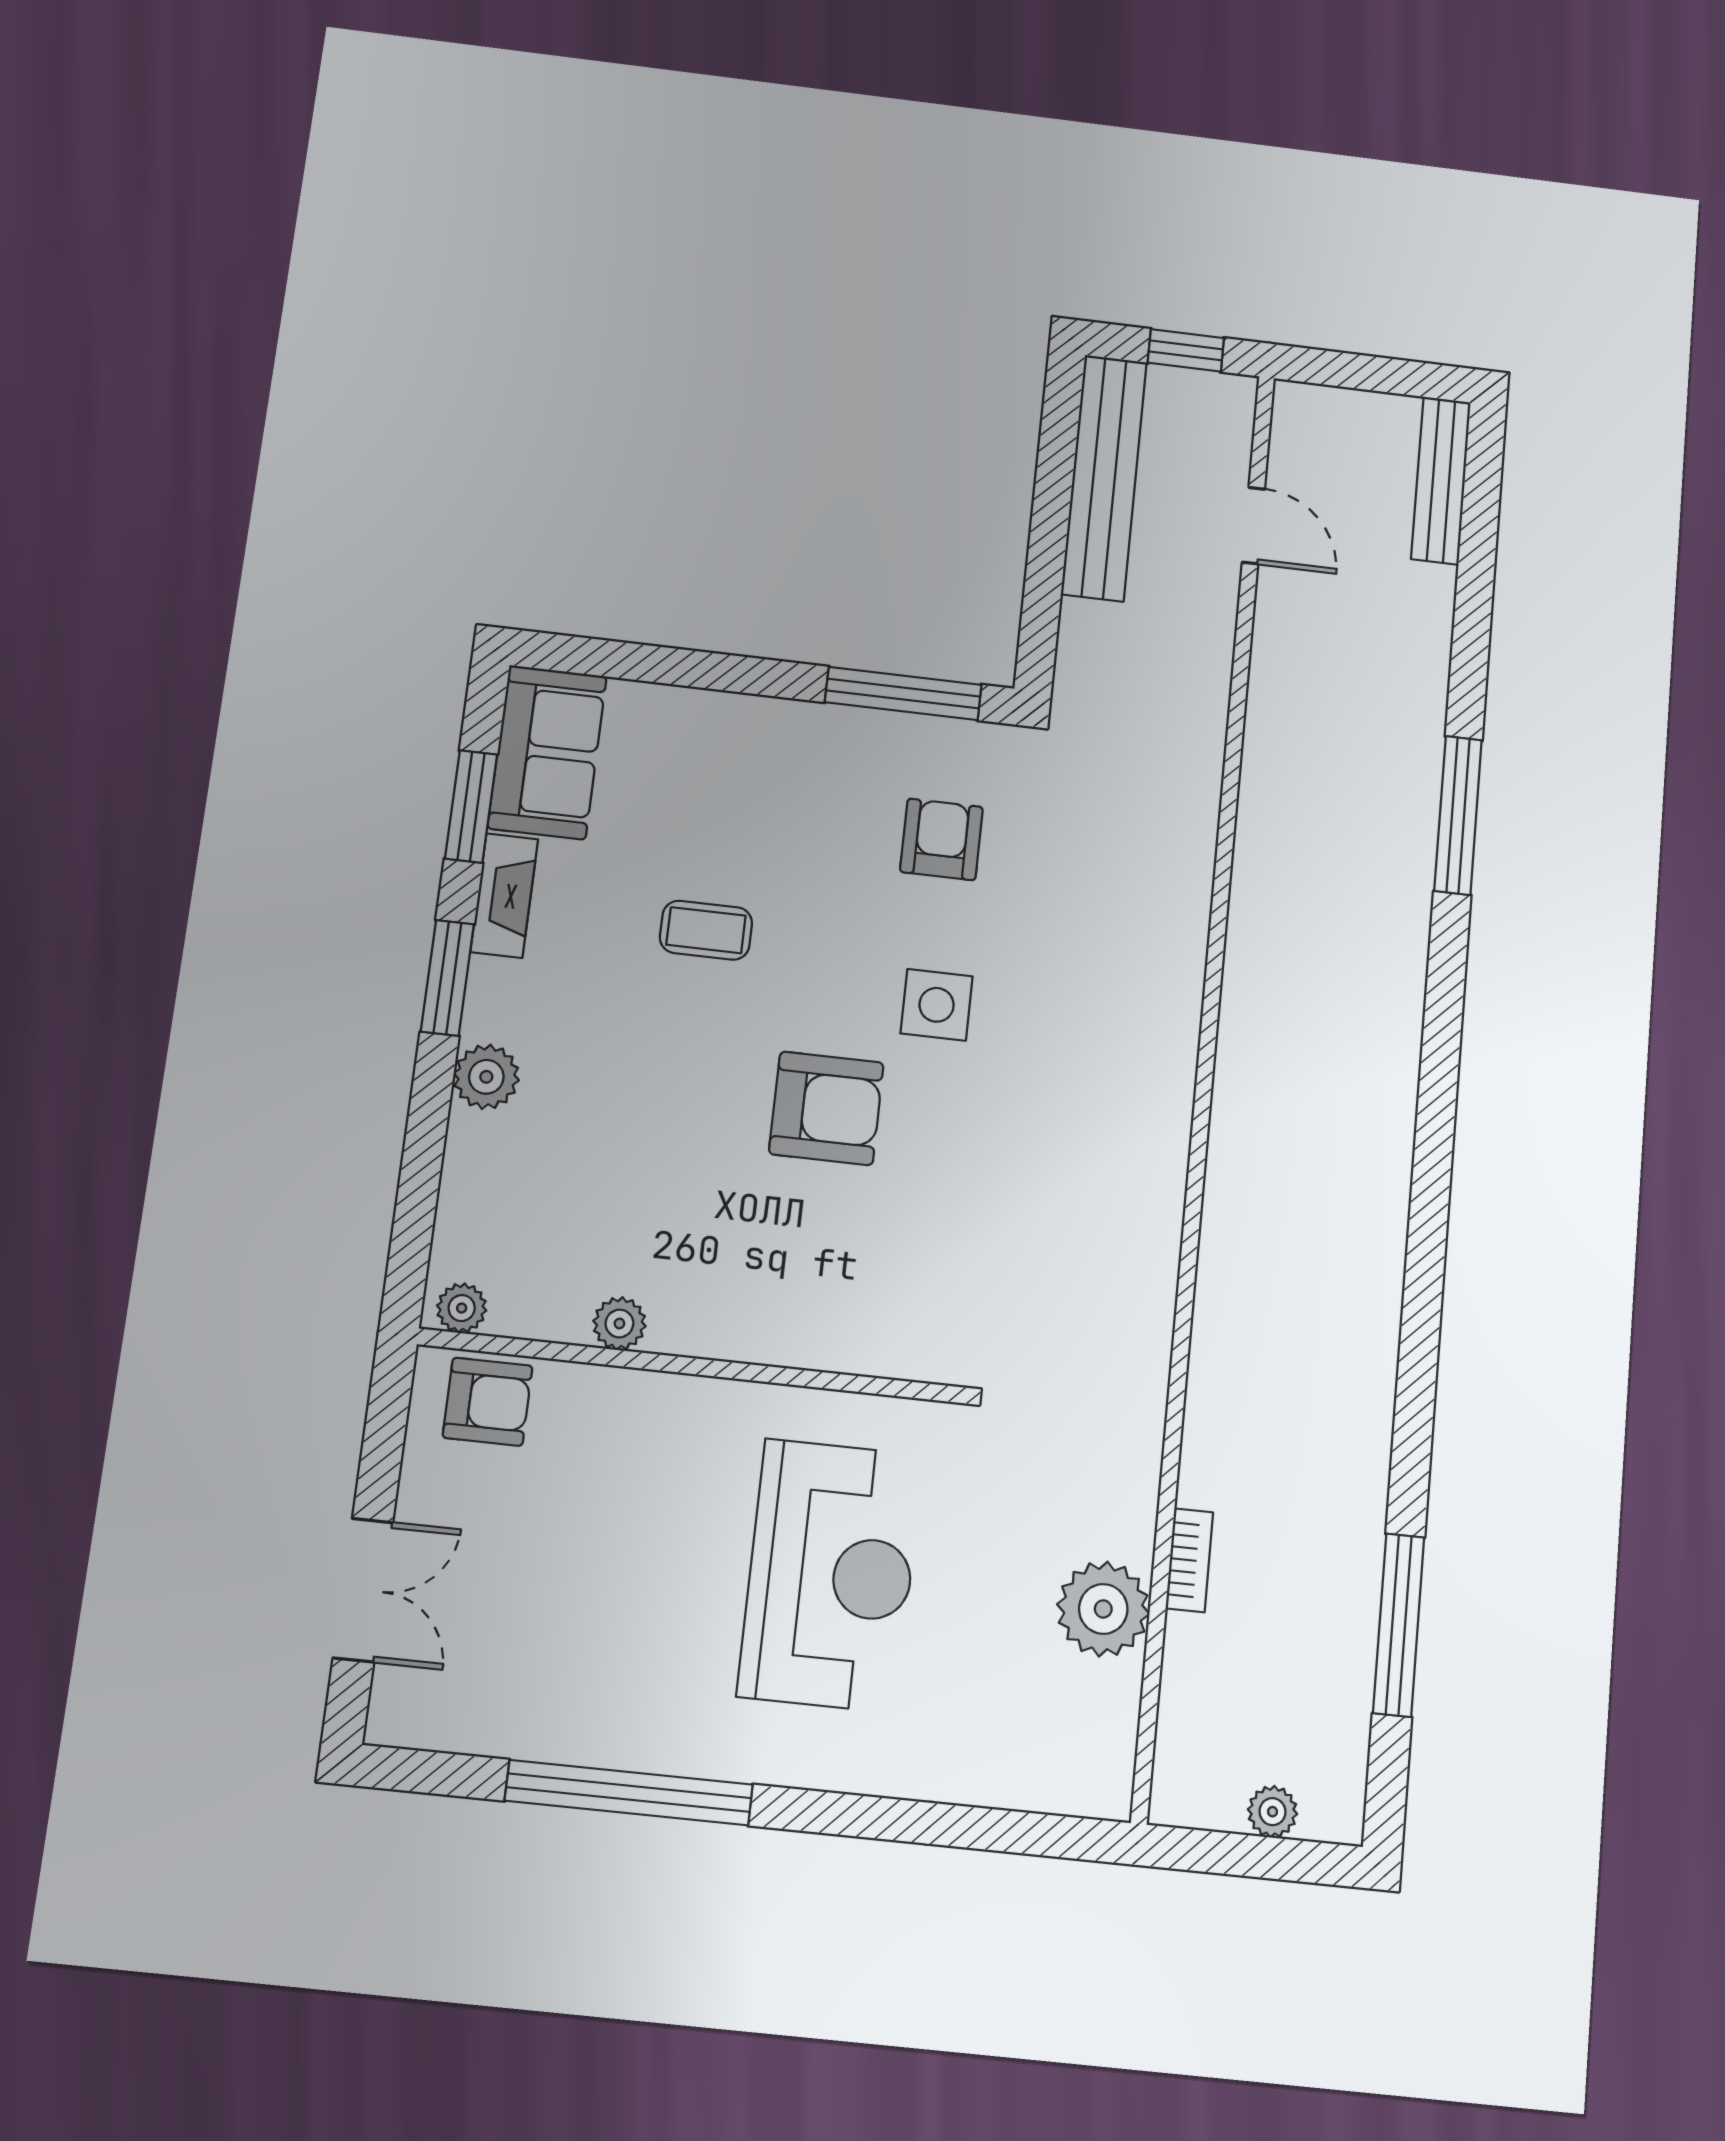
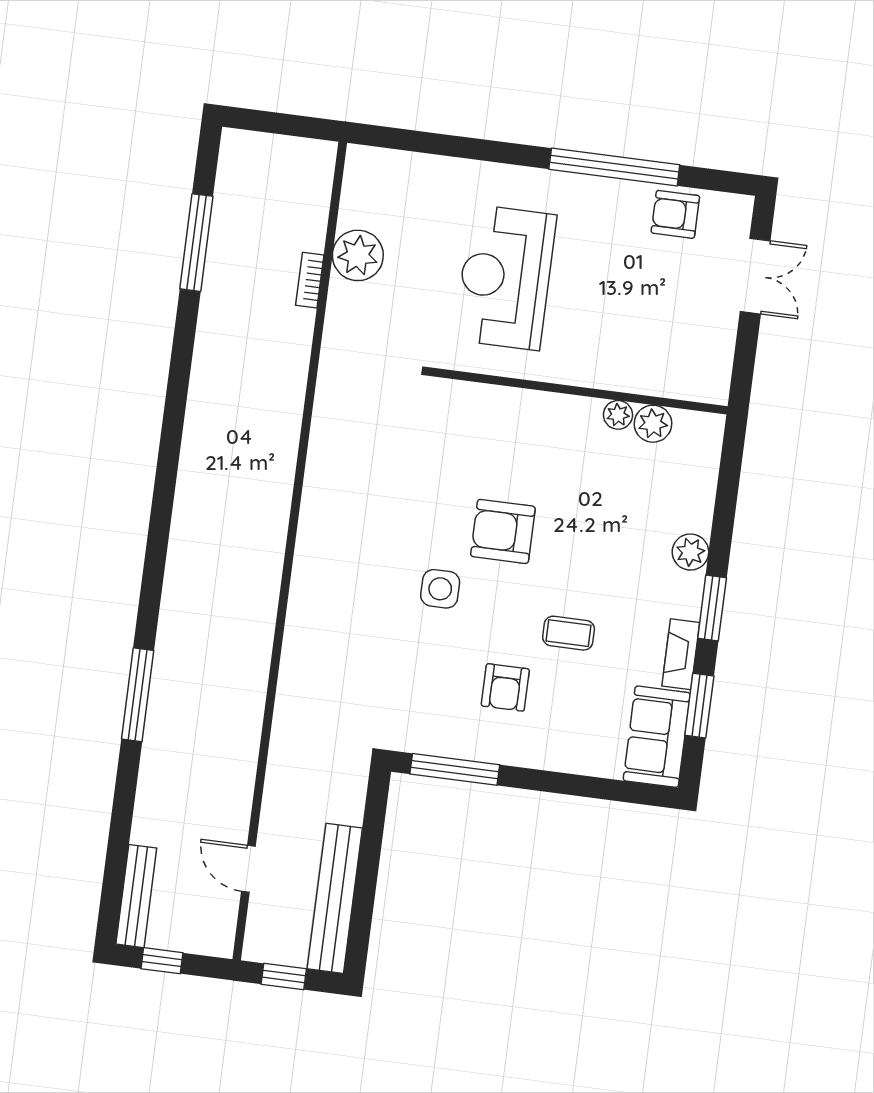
window: (1392, 376) -> (162, 961), added
armchair: (941, 839) -> (505, 687), moved
plant: (462, 1308) -> (653, 424), moved, width x1.38, depth x1.38
armchair: (488, 1402) -> (675, 214), moved
double door: (363, 1590) -> (755, 276), swing flipped
plant: (1273, 1812) -> (270, 146), removed

